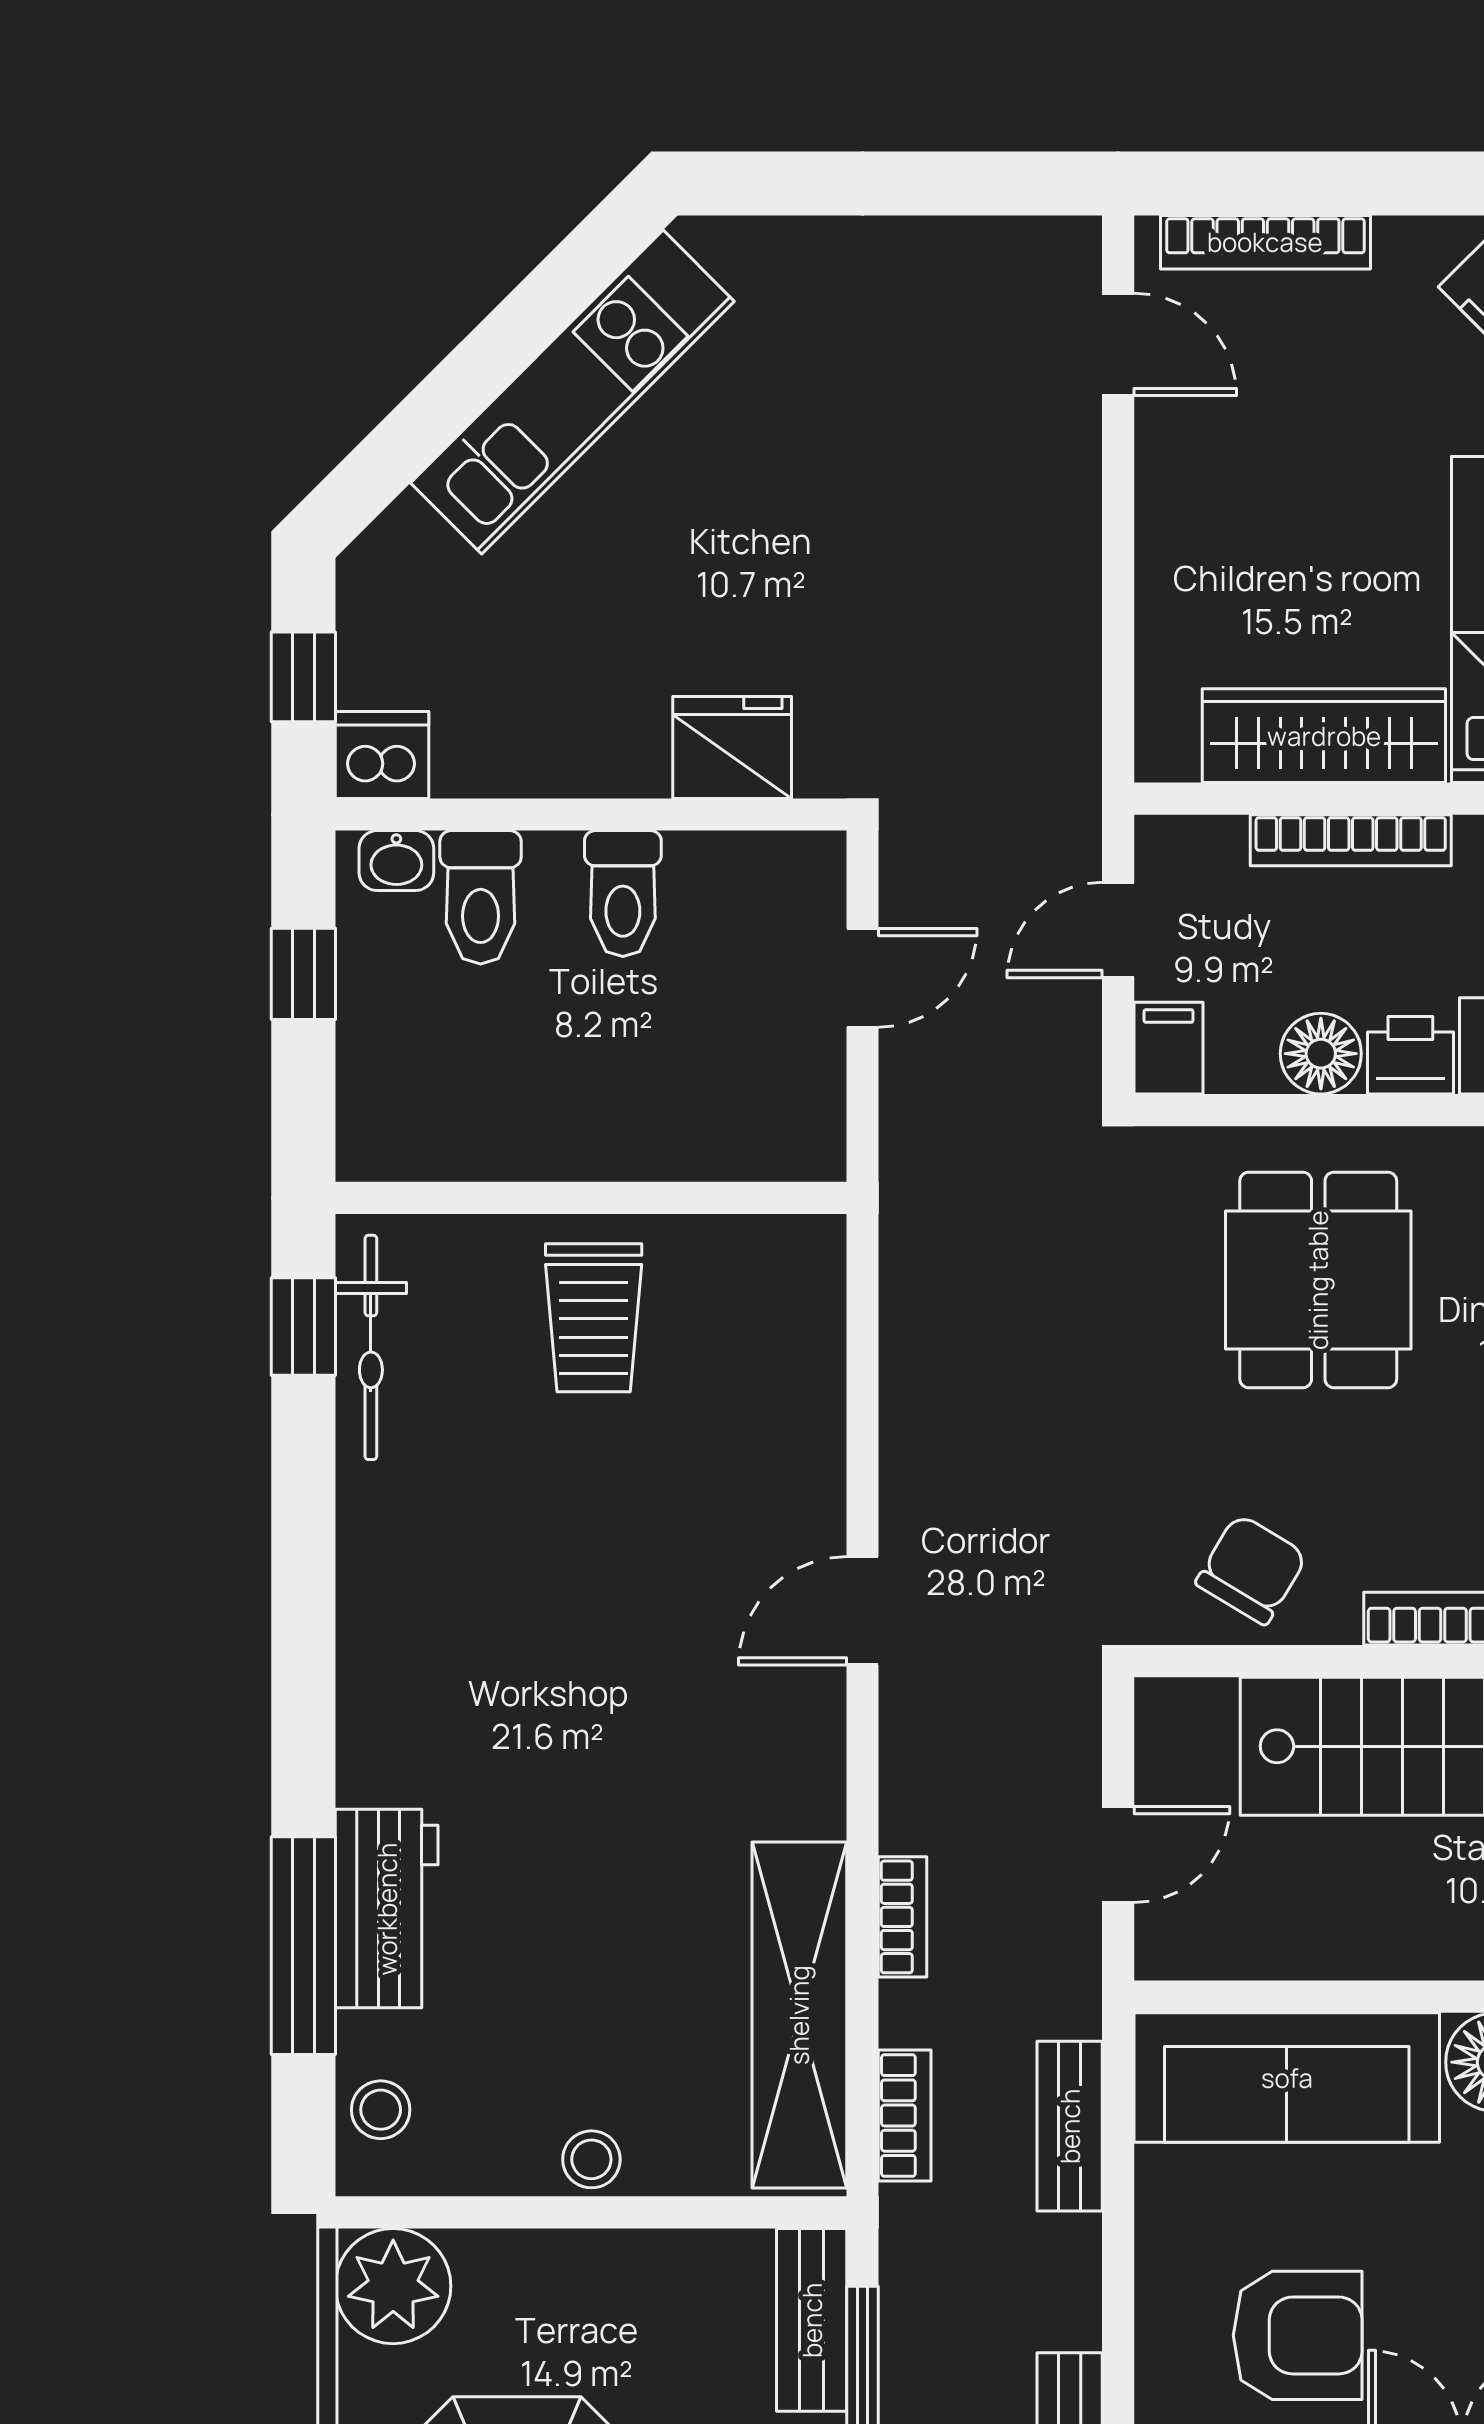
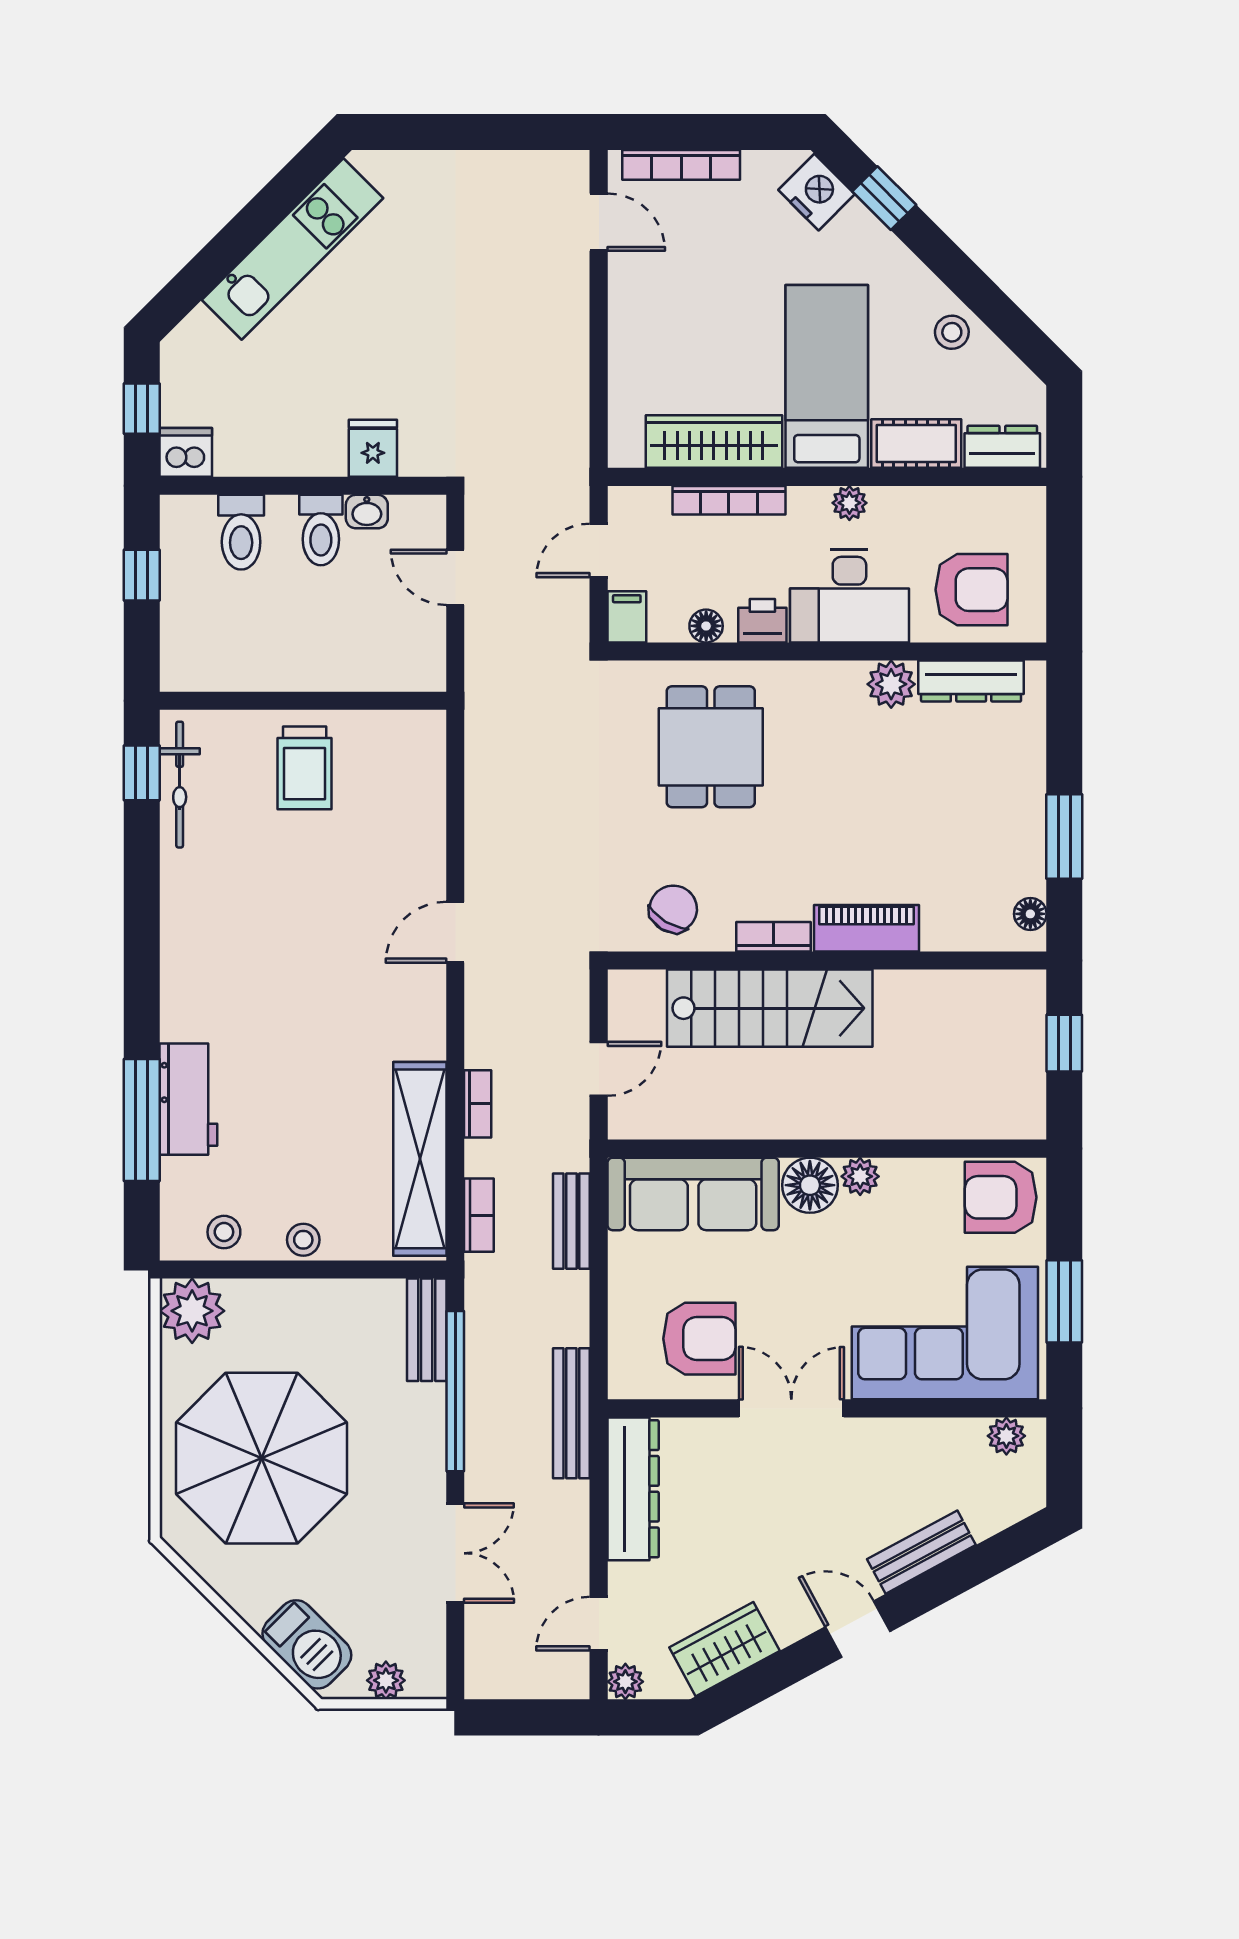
fridge: (732, 747) -> (373, 448), width x0.72
washbasin: (396, 861) -> (367, 512), moved
door: (863, 978) -> (455, 577), swing flipped
floor lamp: (1321, 1054) -> (706, 626), width x0.73, depth x0.73
stool: (381, 2110) -> (224, 1232), moved

